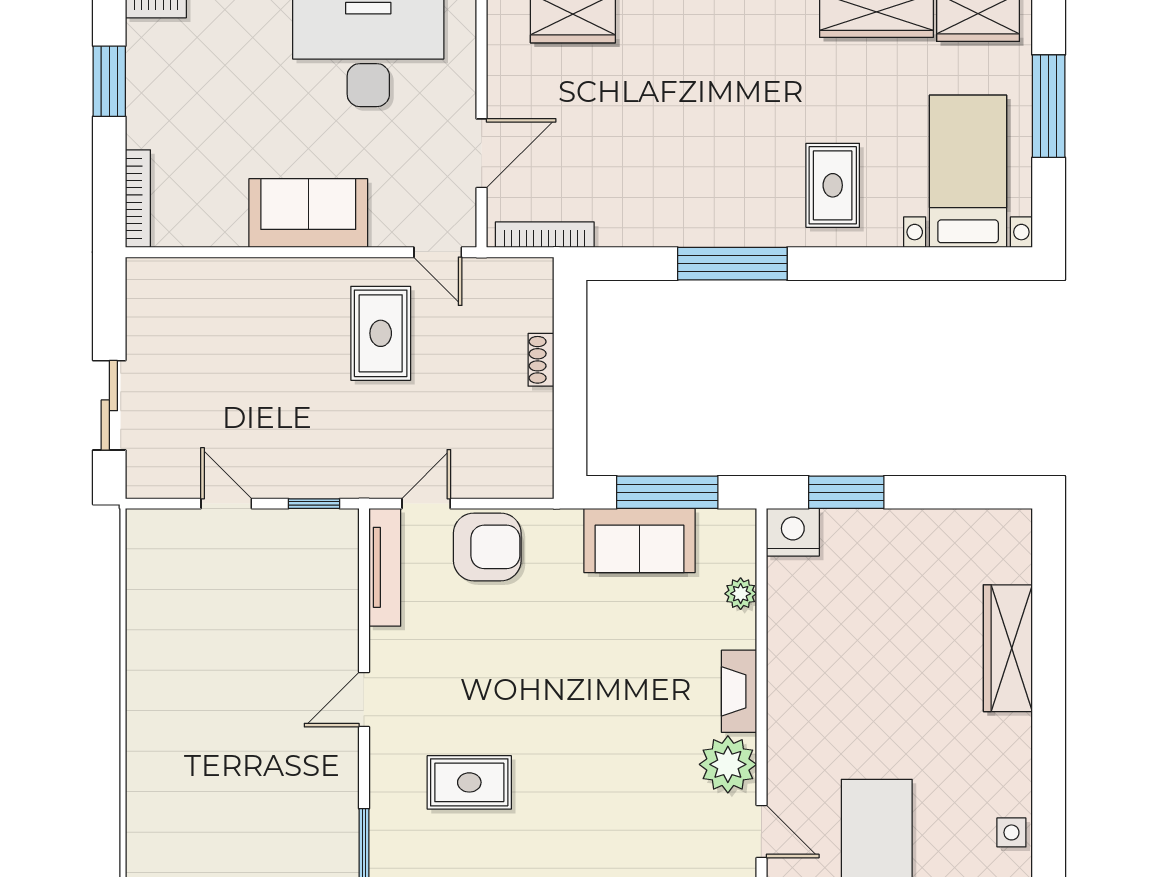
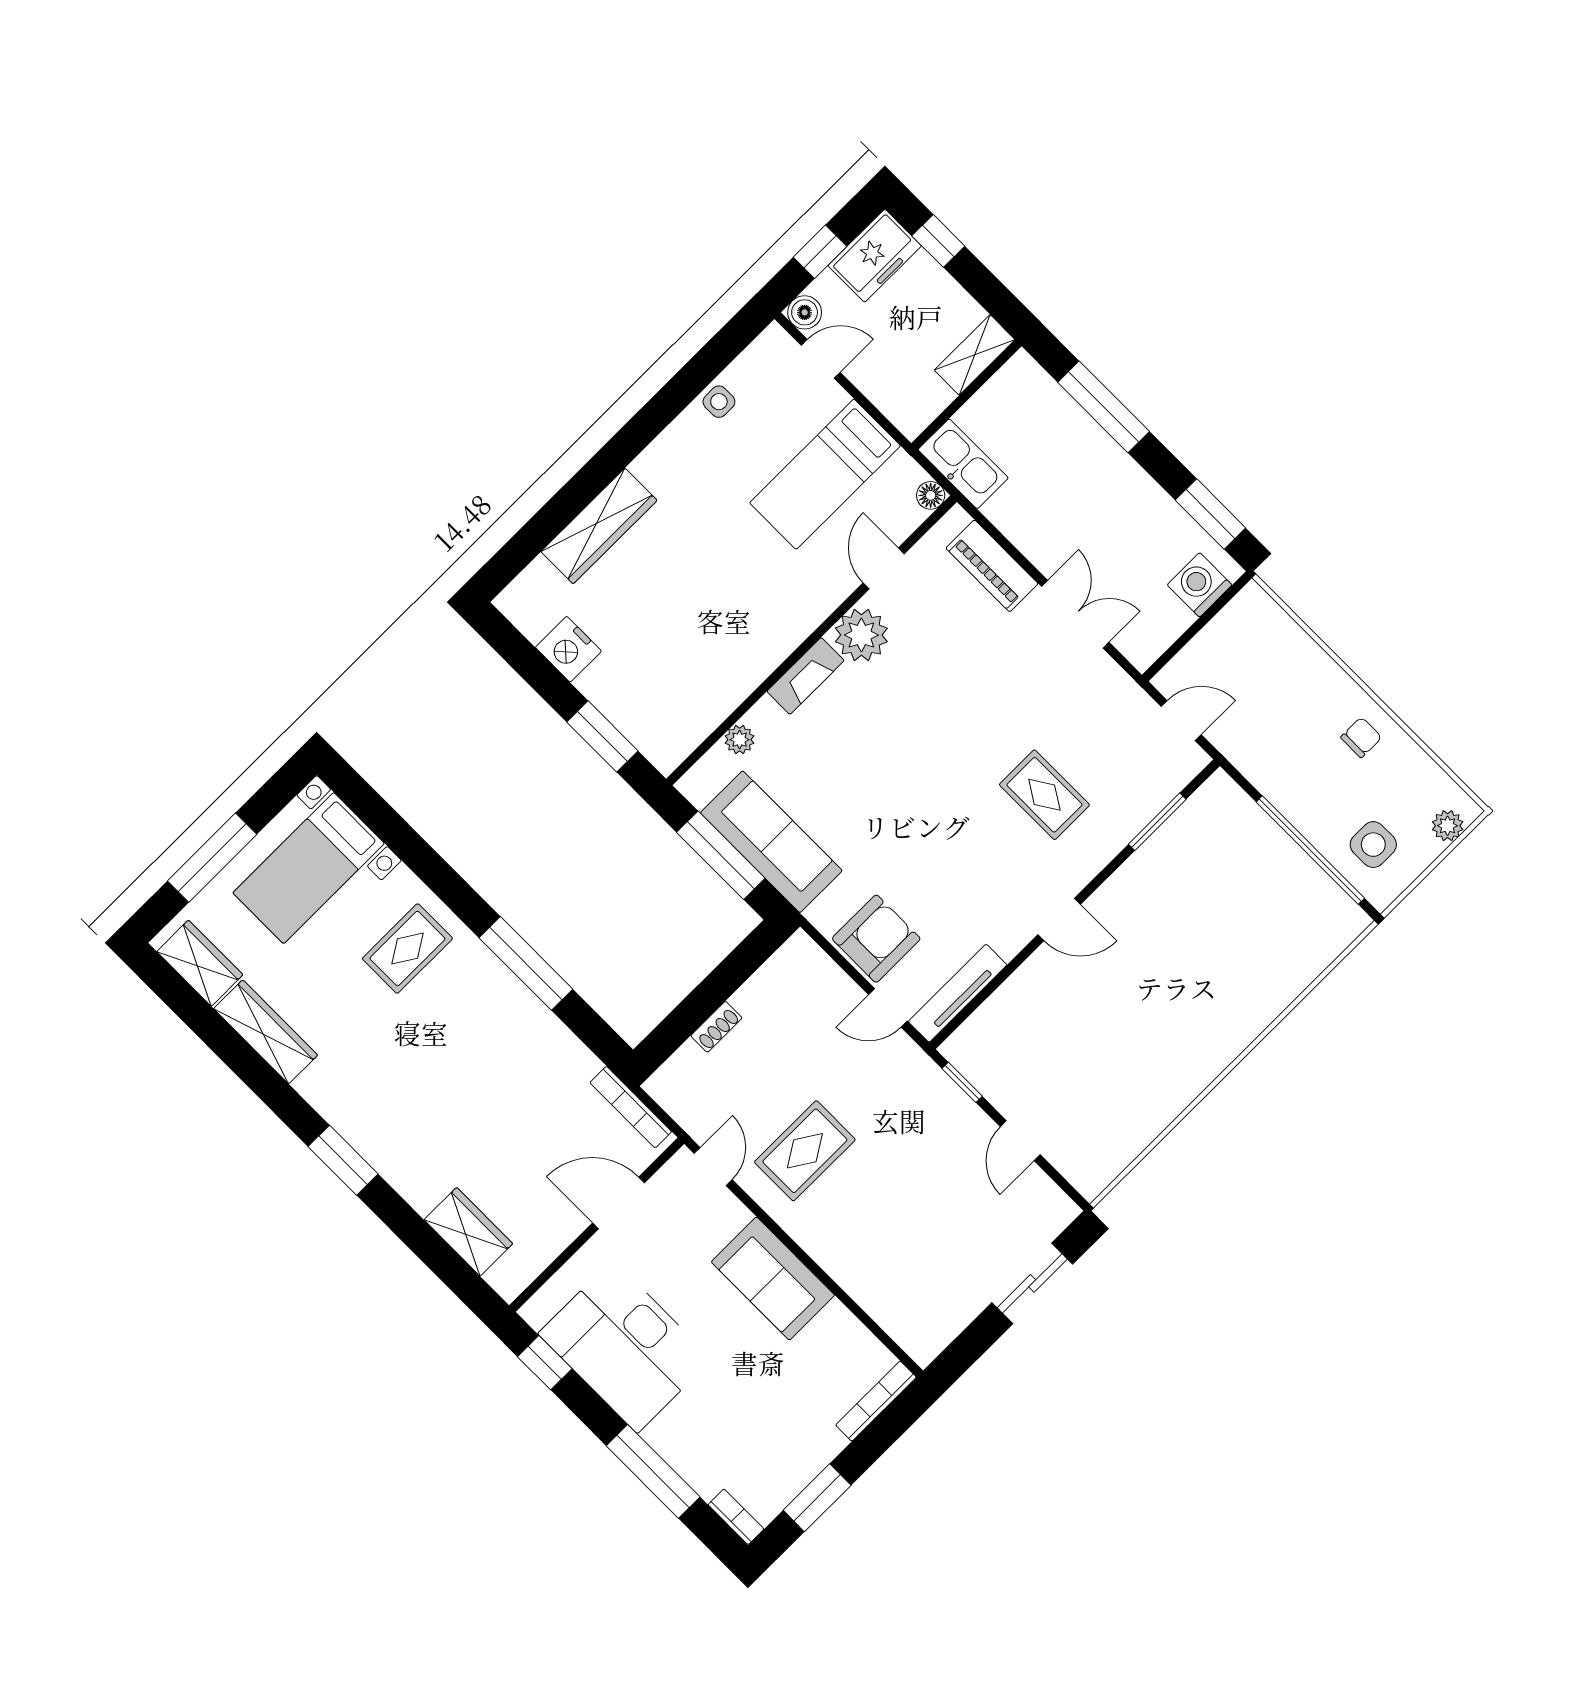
nightstand: (793, 532) -> (568, 649), moved
sofa: (639, 541) -> (771, 842), width x1.36
armchair: (487, 547) -> (876, 939), turned 90

